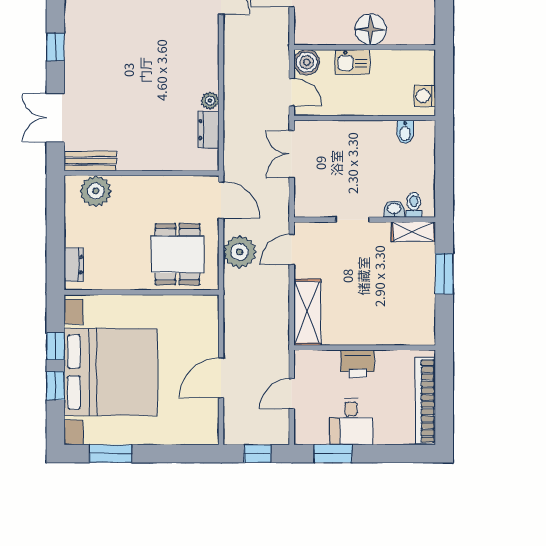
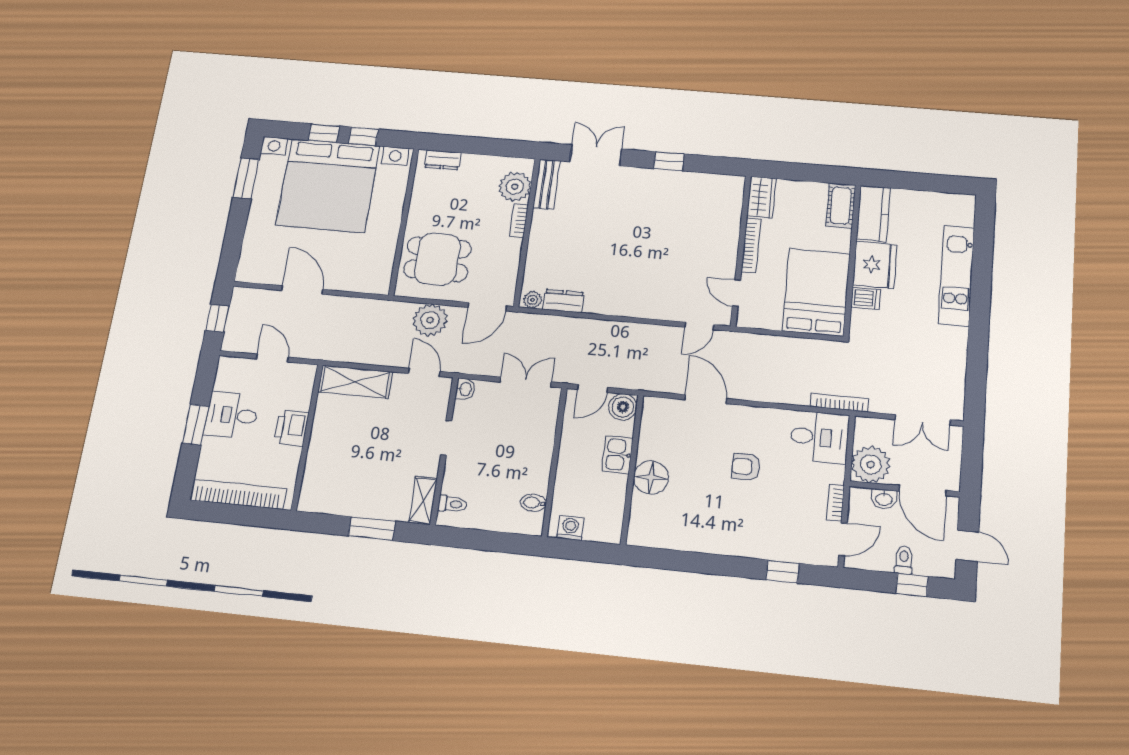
plant: (210, 101) -> (533, 300), moved
bookcase: (130, 182) -> (519, 220), added
washbasin: (394, 209) -> (465, 389), moved
window: (333, 454) -> (196, 425), moved

